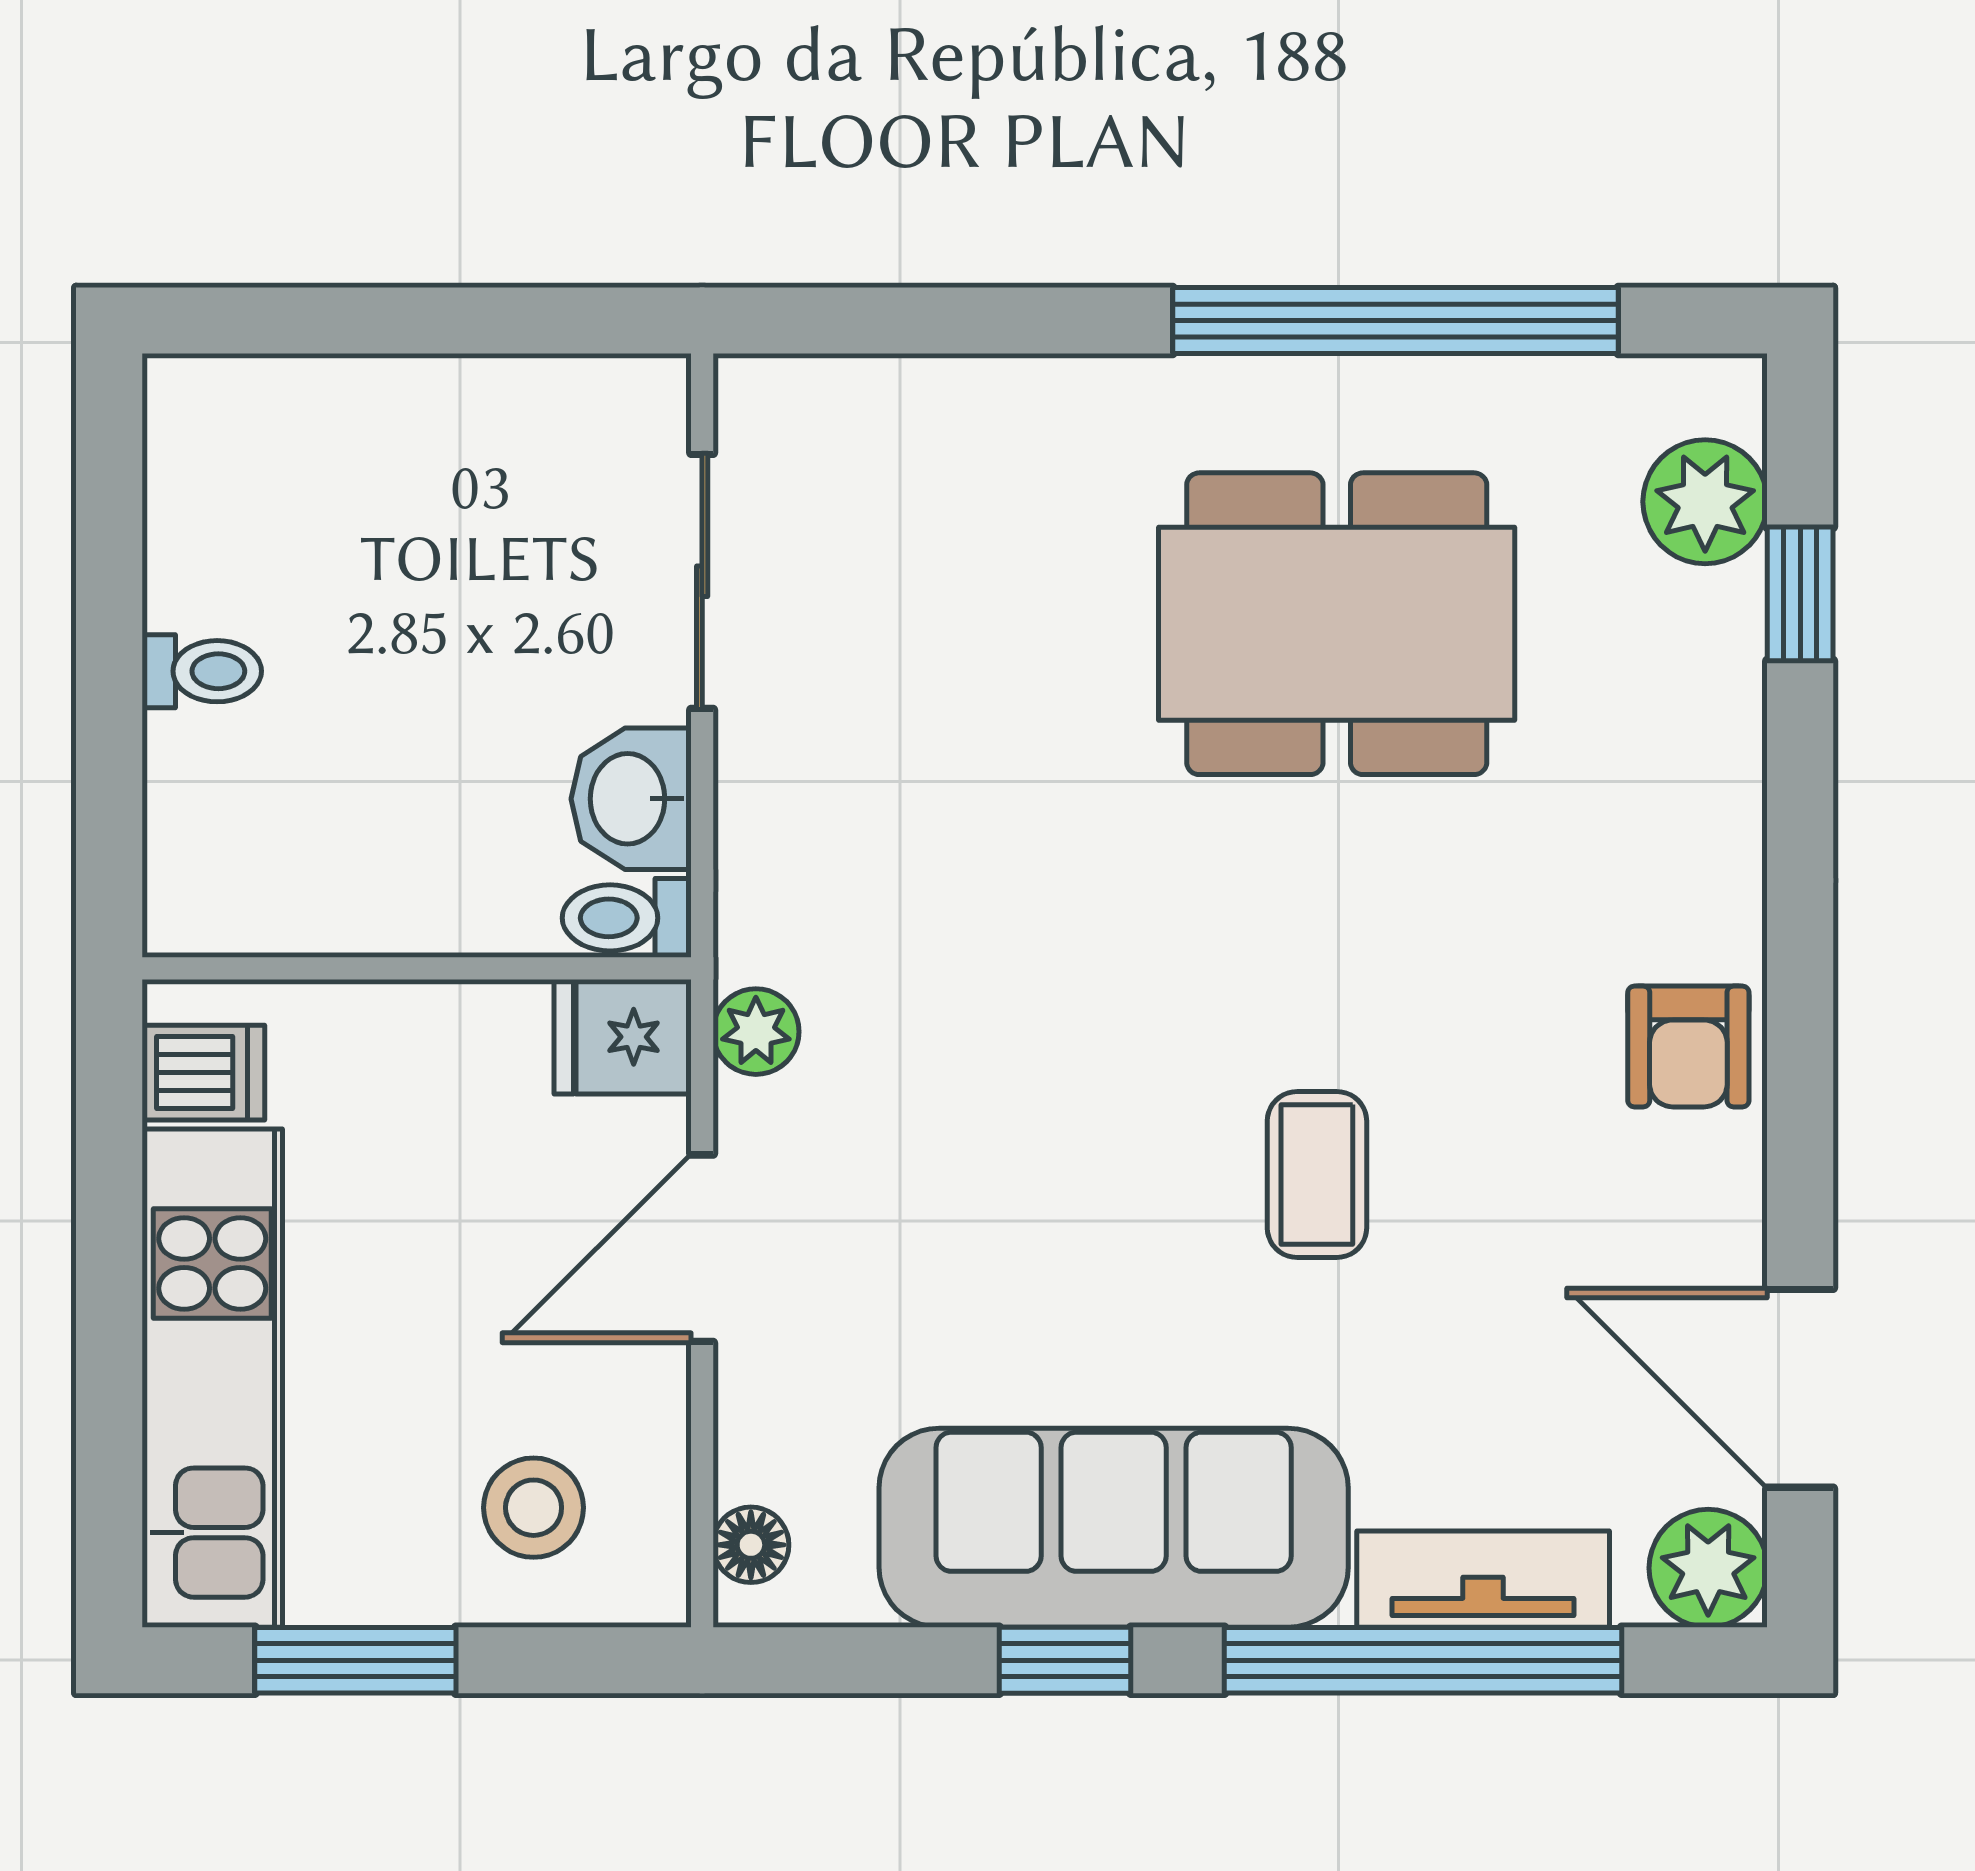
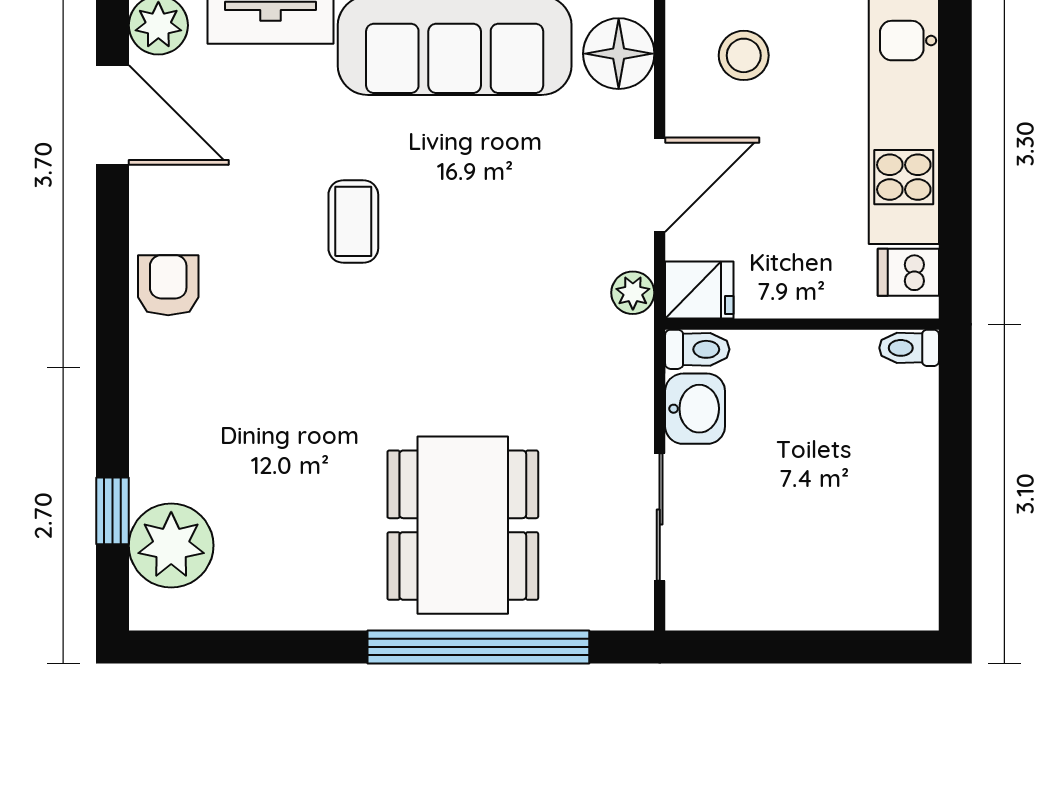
window: (1396, 321) -> (478, 647), moved
plant: (1705, 502) -> (171, 545), width x1.36, depth x1.36
dining table: (1337, 624) -> (463, 525), moved, turned 90
toilet: (202, 671) -> (909, 348), moved
floor lamp: (751, 1545) -> (619, 54), width x1.89, depth x1.89

